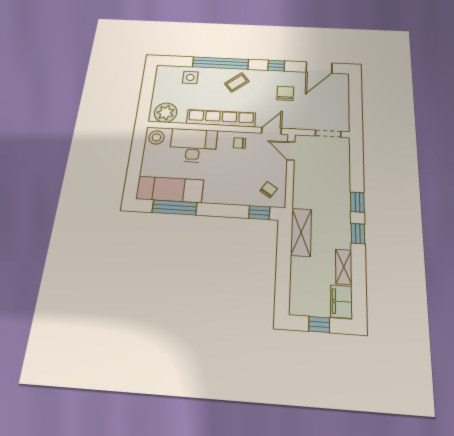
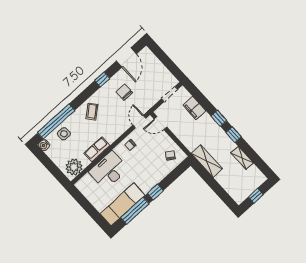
window: (220, 63) -> (56, 122), moved
water cooler: (162, 71) -> (44, 145), added
row of seats: (221, 118) -> (97, 149), width x0.50
stool: (156, 137) -> (85, 185), removed
window: (259, 213) -> (155, 192), moved
filing cabinet: (341, 302) -> (194, 108), moved

